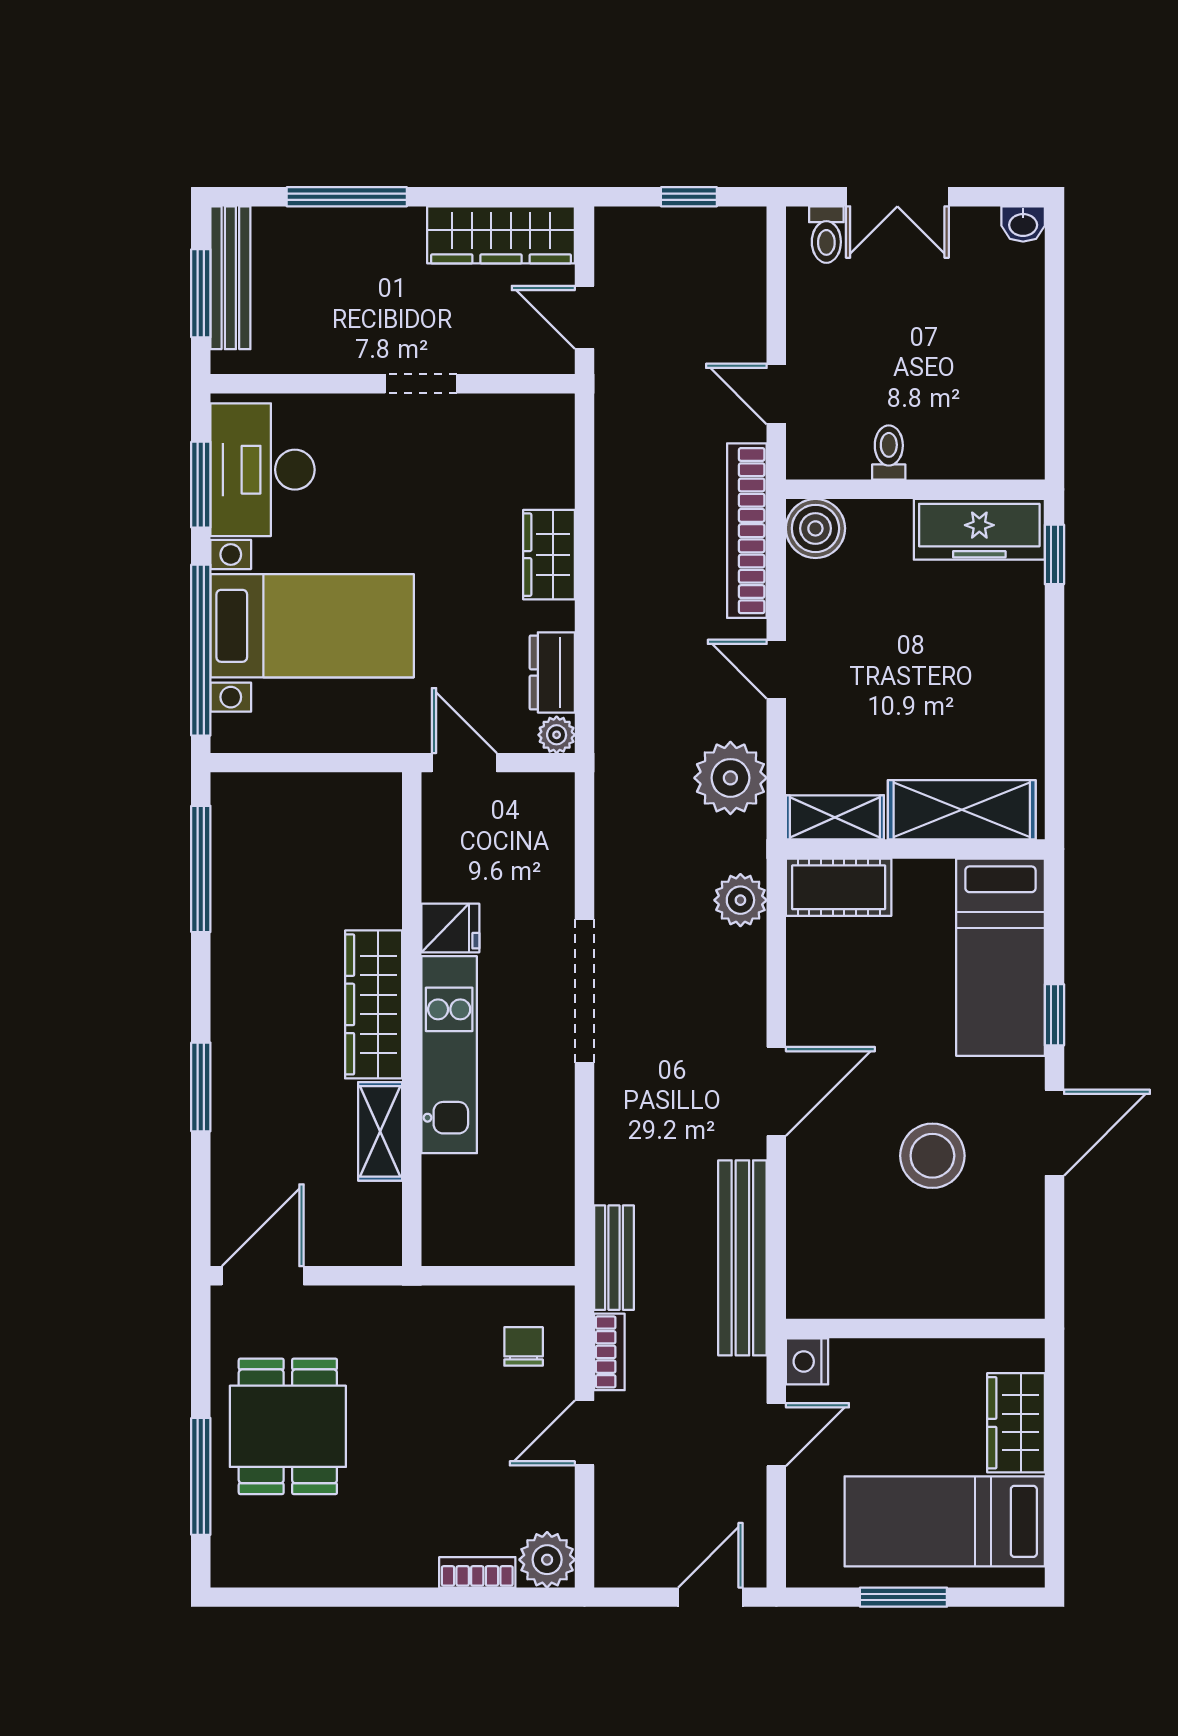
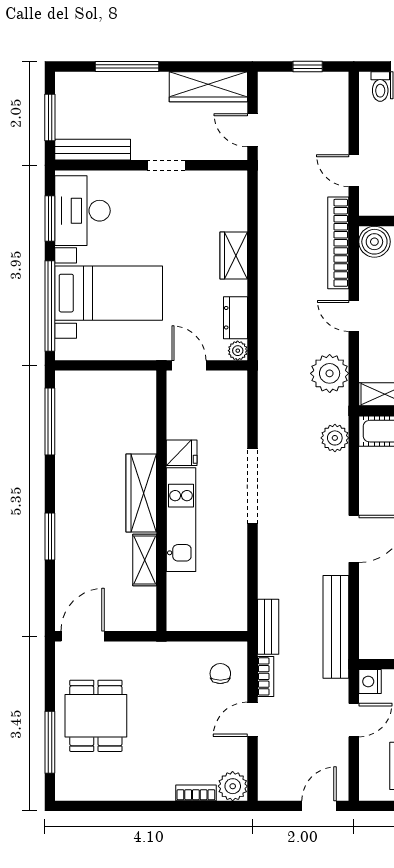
bench: (230, 278) -> (93, 150), moved, turned 90

